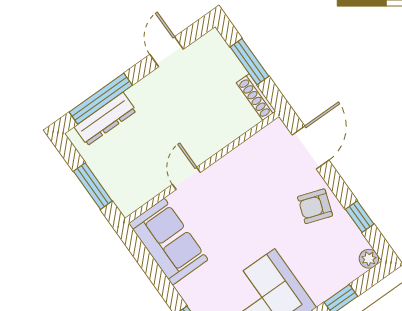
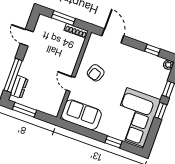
dresser: (105, 119) -> (19, 87), width x0.70
window: (93, 186) -> (24, 110), moved
armchair: (315, 206) -> (96, 73), moved

